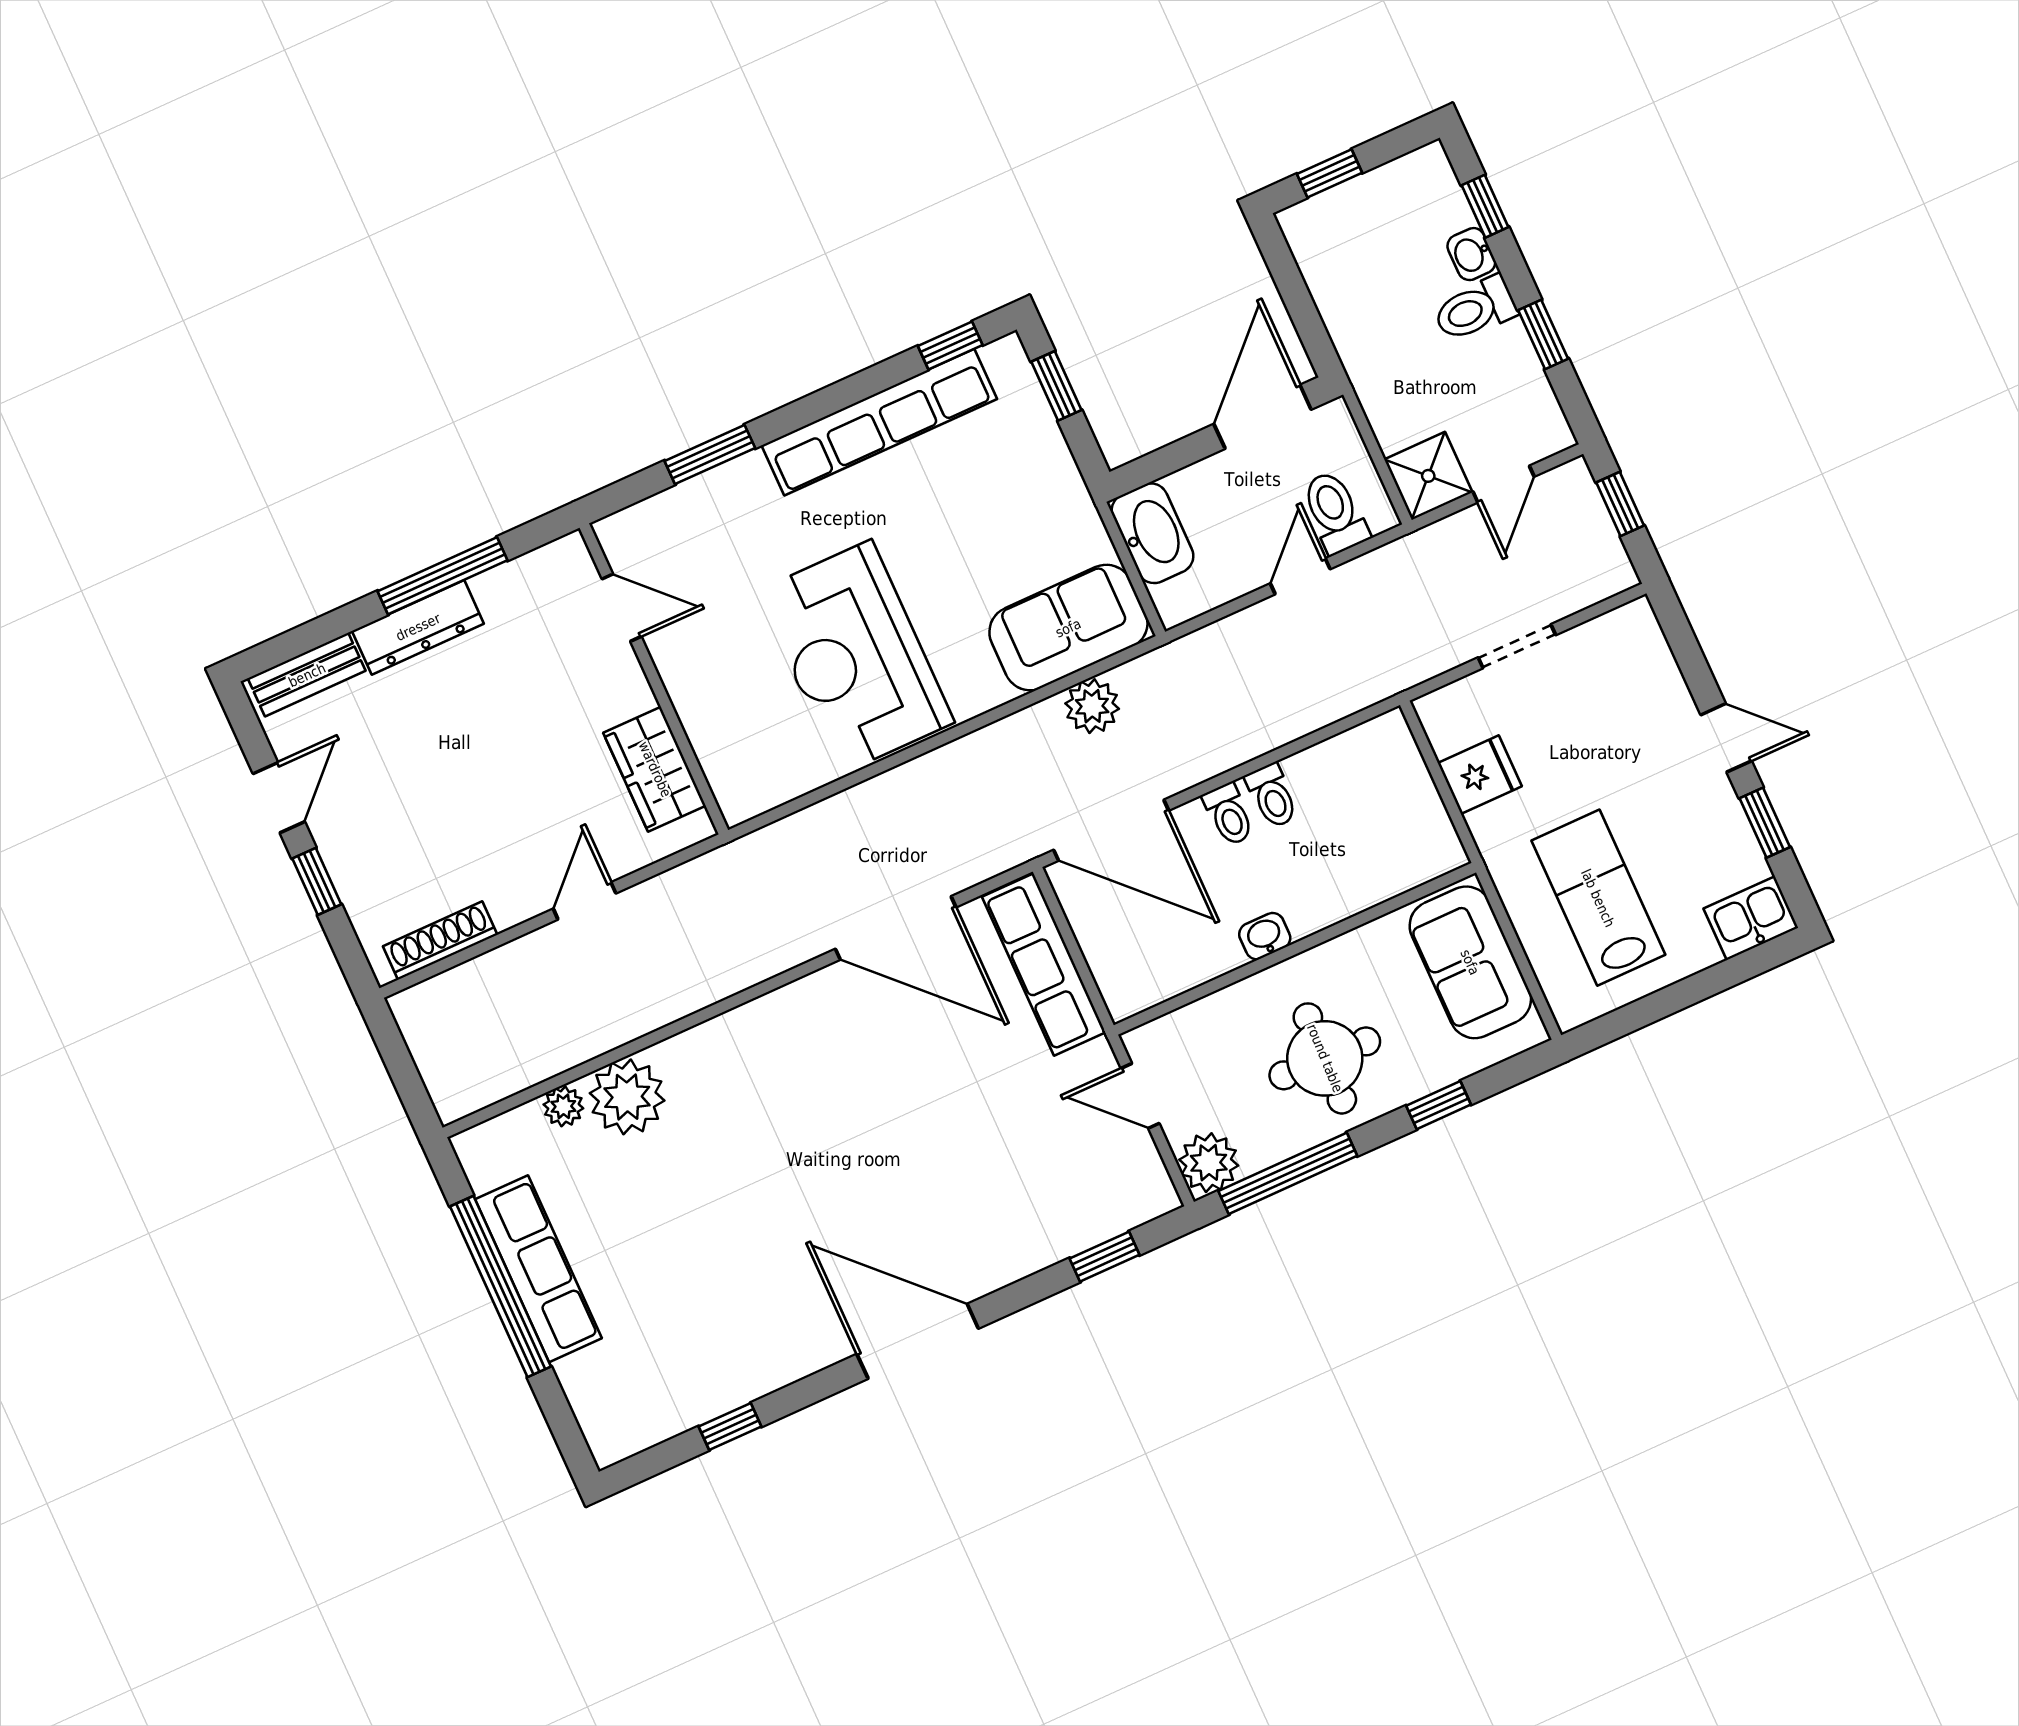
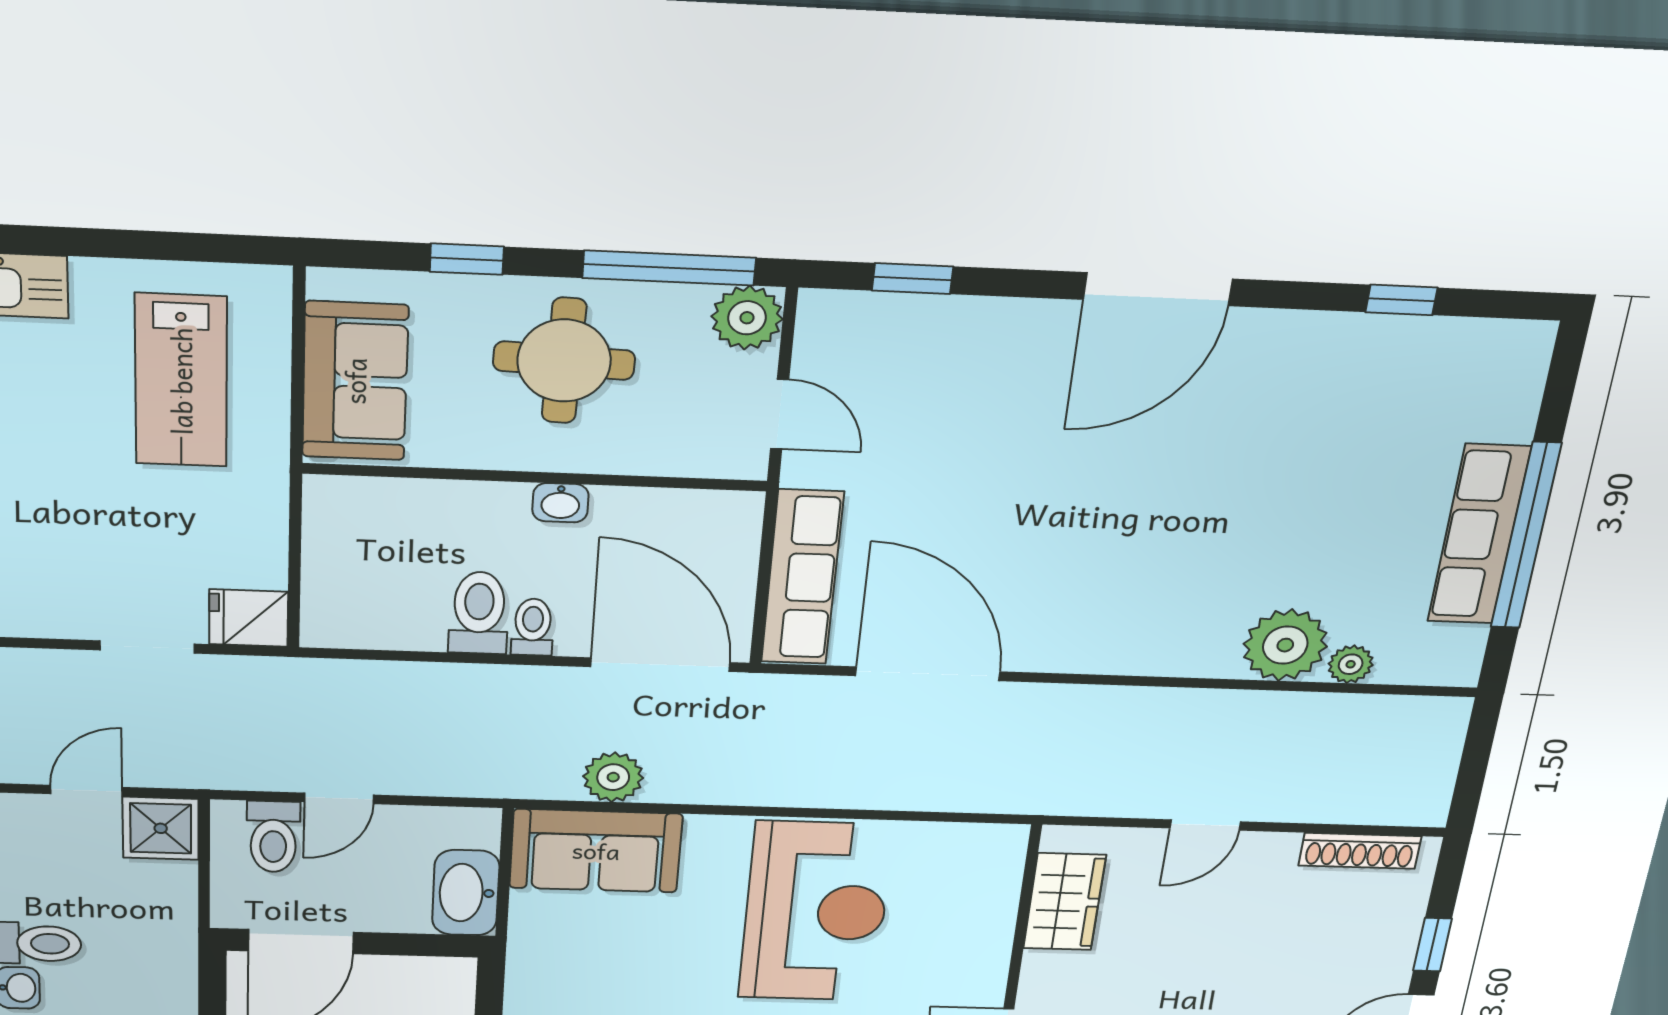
fridge: (1480, 775) -> (249, 618), moved
toilet: (1272, 796) -> (479, 613), width x1.37, depth x1.39
door: (918, 1341) -> (1158, 289), hinge flipped

